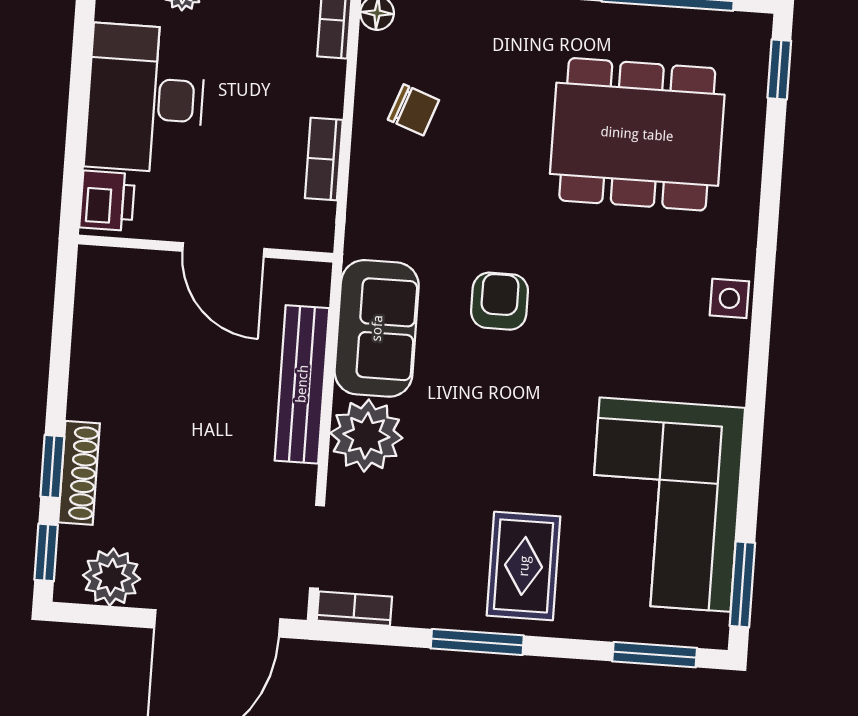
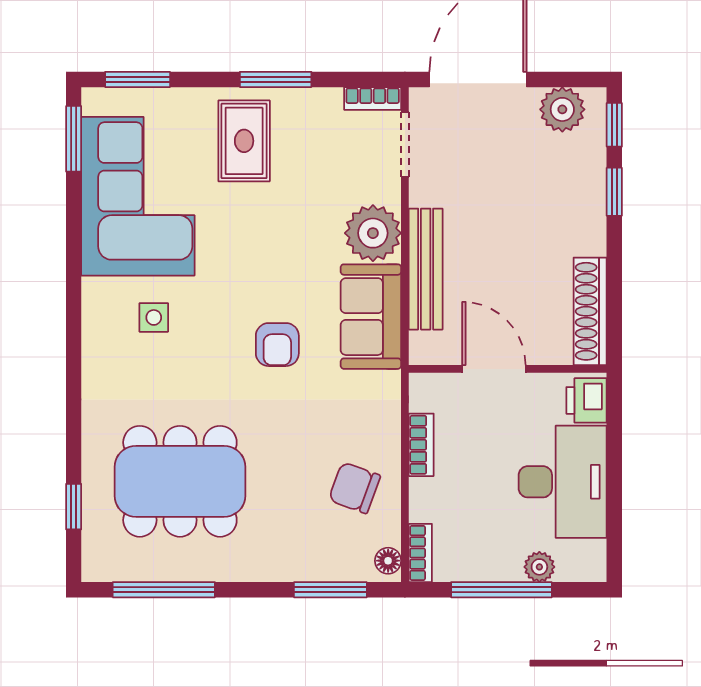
window: (779, 69) -> (74, 507), moved
chair: (413, 110) -> (355, 488), width x1.37, depth x1.37
side table: (729, 298) -> (154, 317), moved
shoe rack: (79, 473) -> (590, 311), moved, width x1.36, depth x1.24

